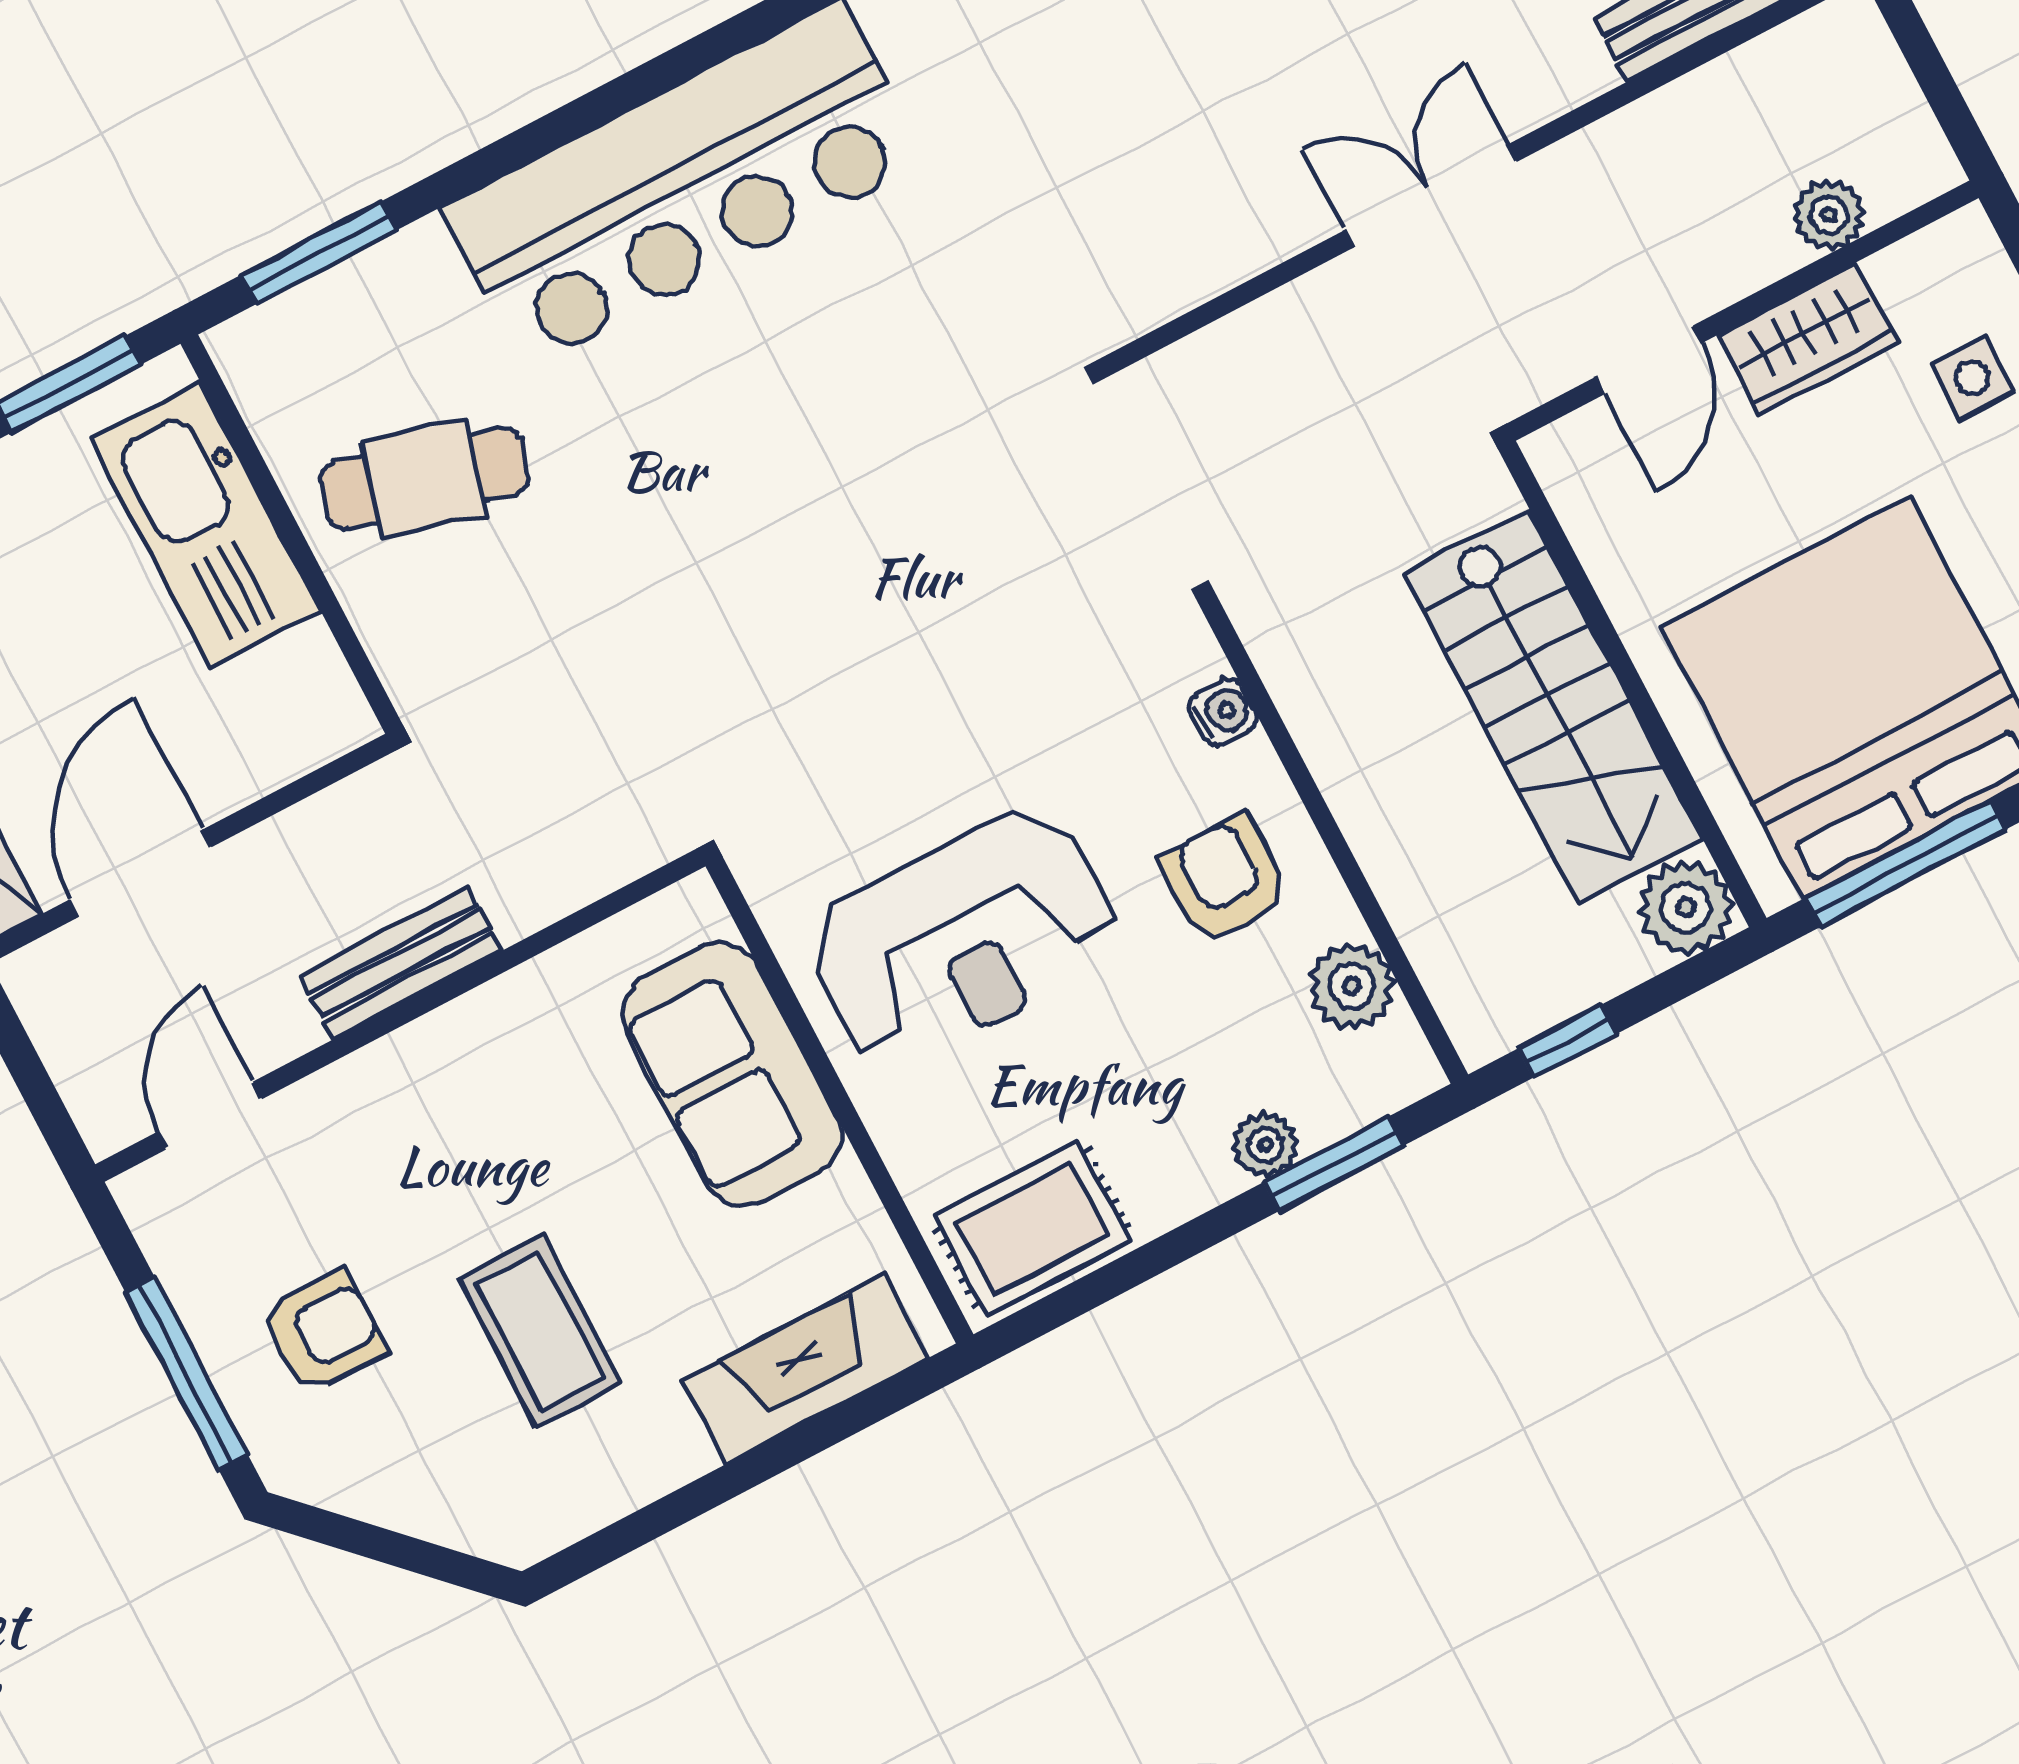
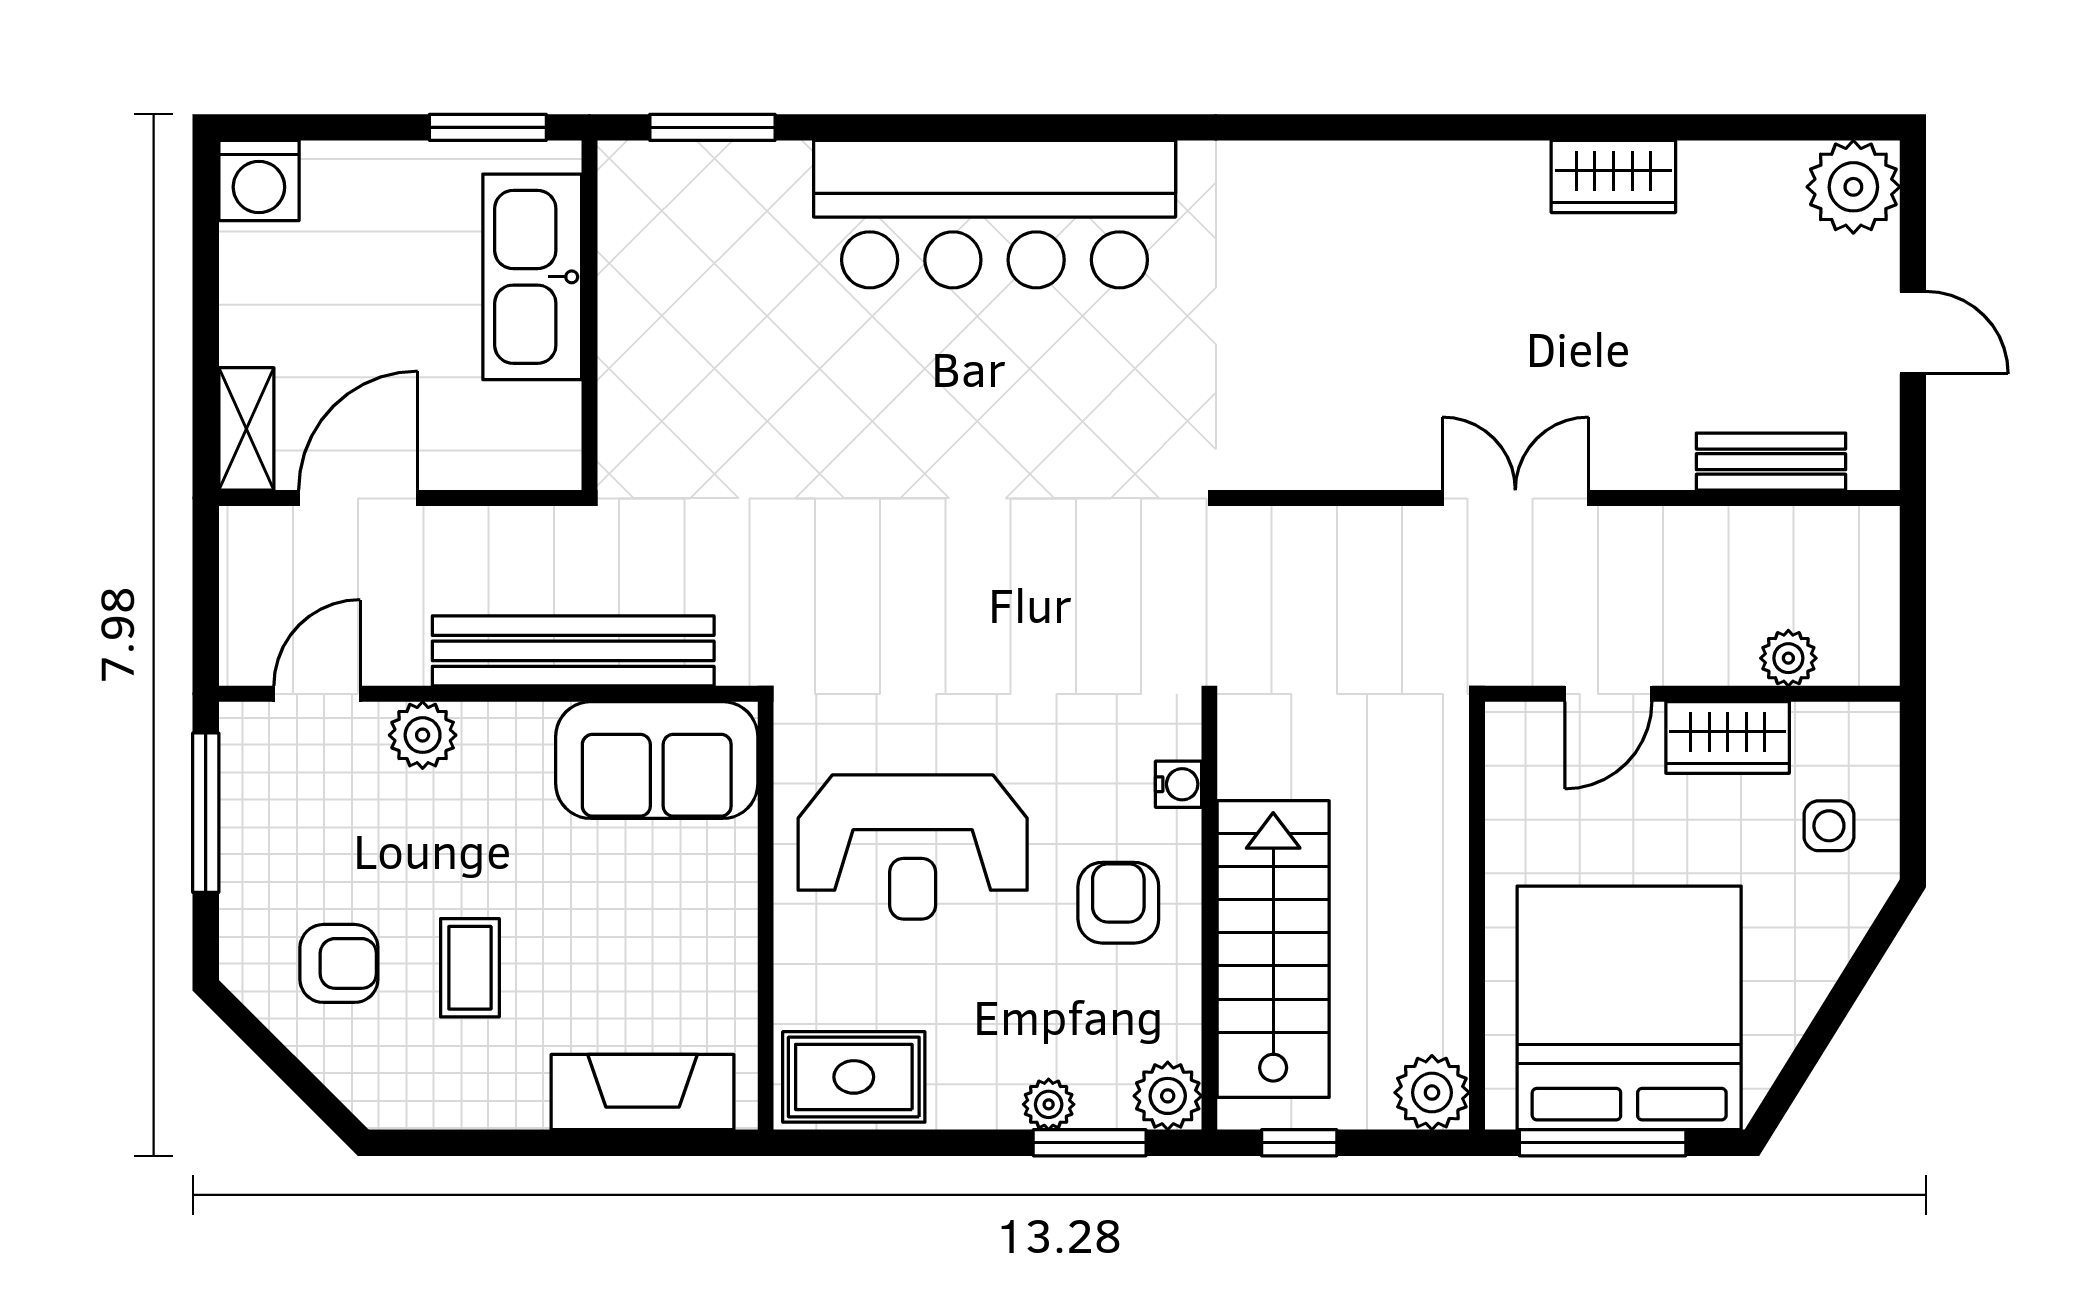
cafe table: (424, 479) -> (703, 325), removed
stairs: (1553, 706) -> (1273, 949), moved, turned 180
bench: (401, 963) -> (573, 651), width x1.86, depth x1.21
plant: (1351, 986) -> (1168, 1096), moved
sofa: (732, 1074) -> (657, 760), moved, turned -90
plant: (351, 1100) -> (423, 735), added
armchair: (323, 1331) -> (339, 963), moved
coffee table: (540, 1331) -> (470, 968), width x0.73, depth x0.77
window: (186, 1373) -> (206, 813), moved

